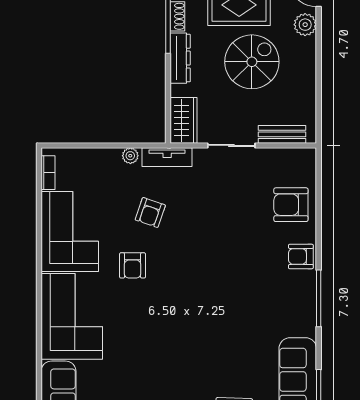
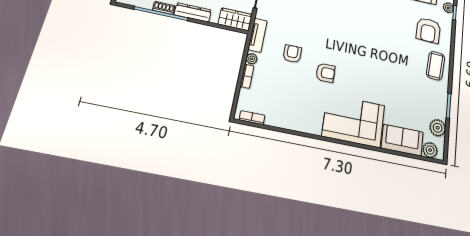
bookcase: (104, 154) -> (247, 76), added
armchair: (150, 212) -> (292, 54), turned -109
corner sofa: (70, 232) -> (296, 110), removed

